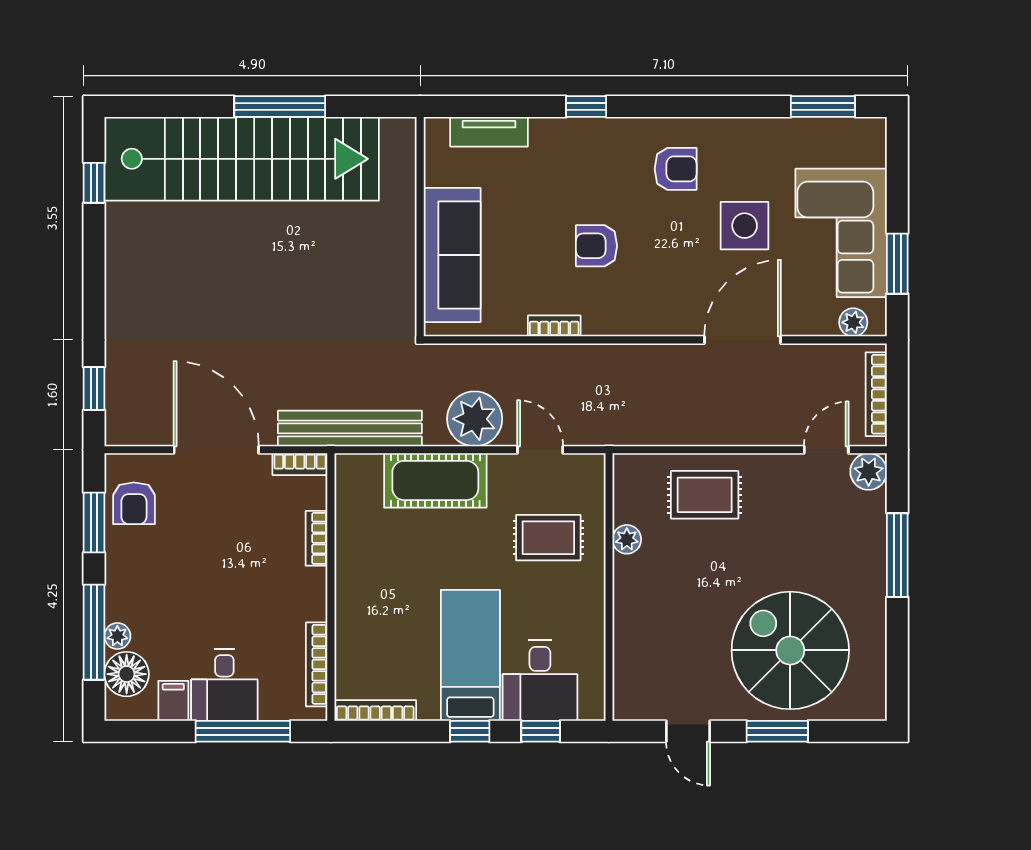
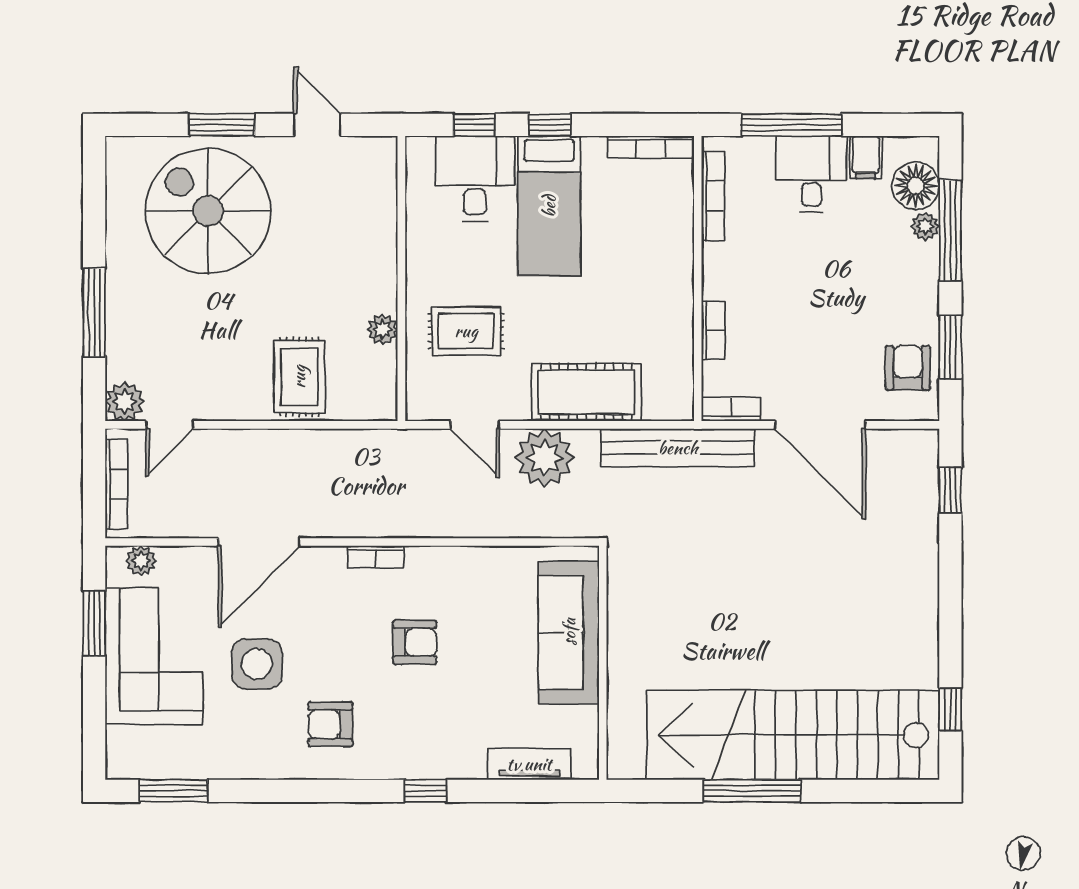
bookcase: (554, 326) -> (376, 557), moved
rug: (705, 495) -> (299, 377), turned 90
spiral stairs: (790, 650) -> (208, 211), turned 180

